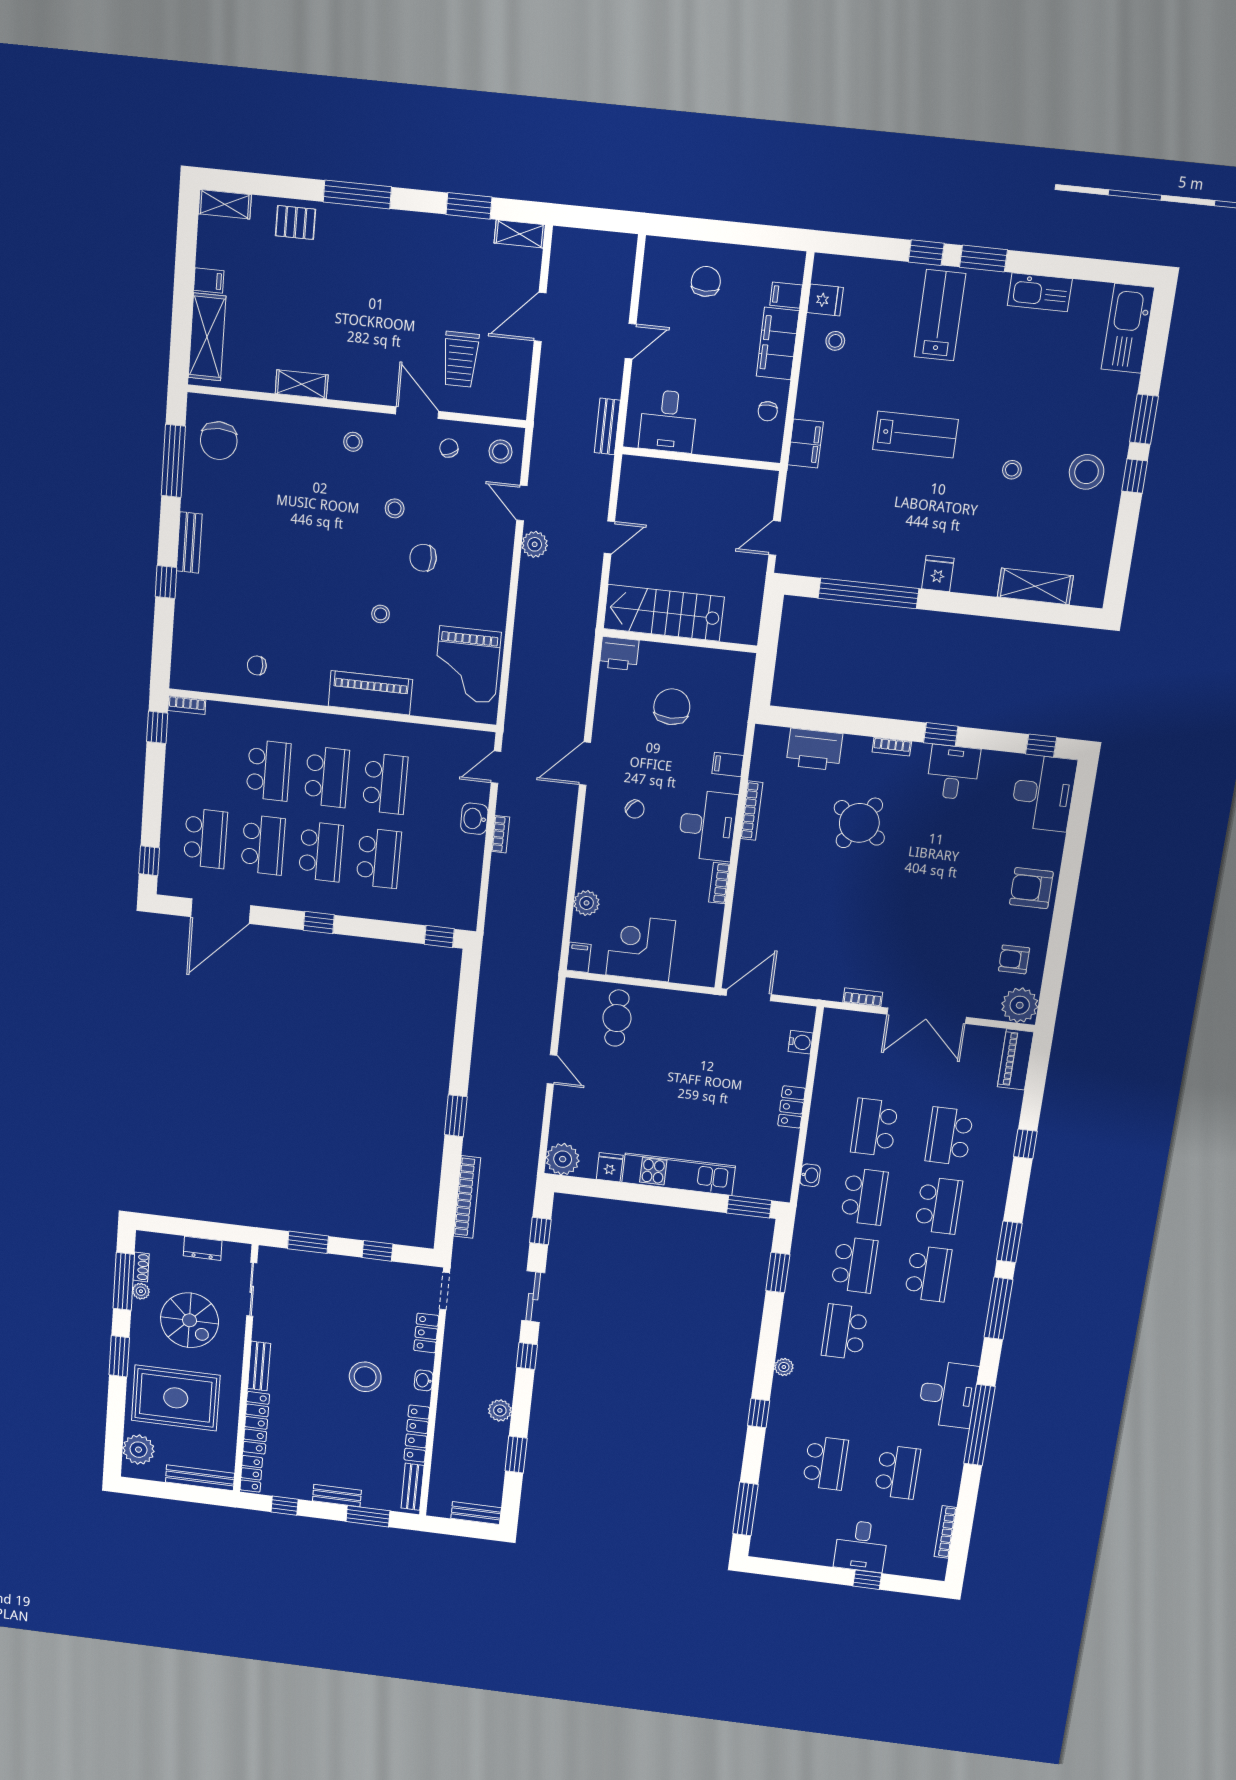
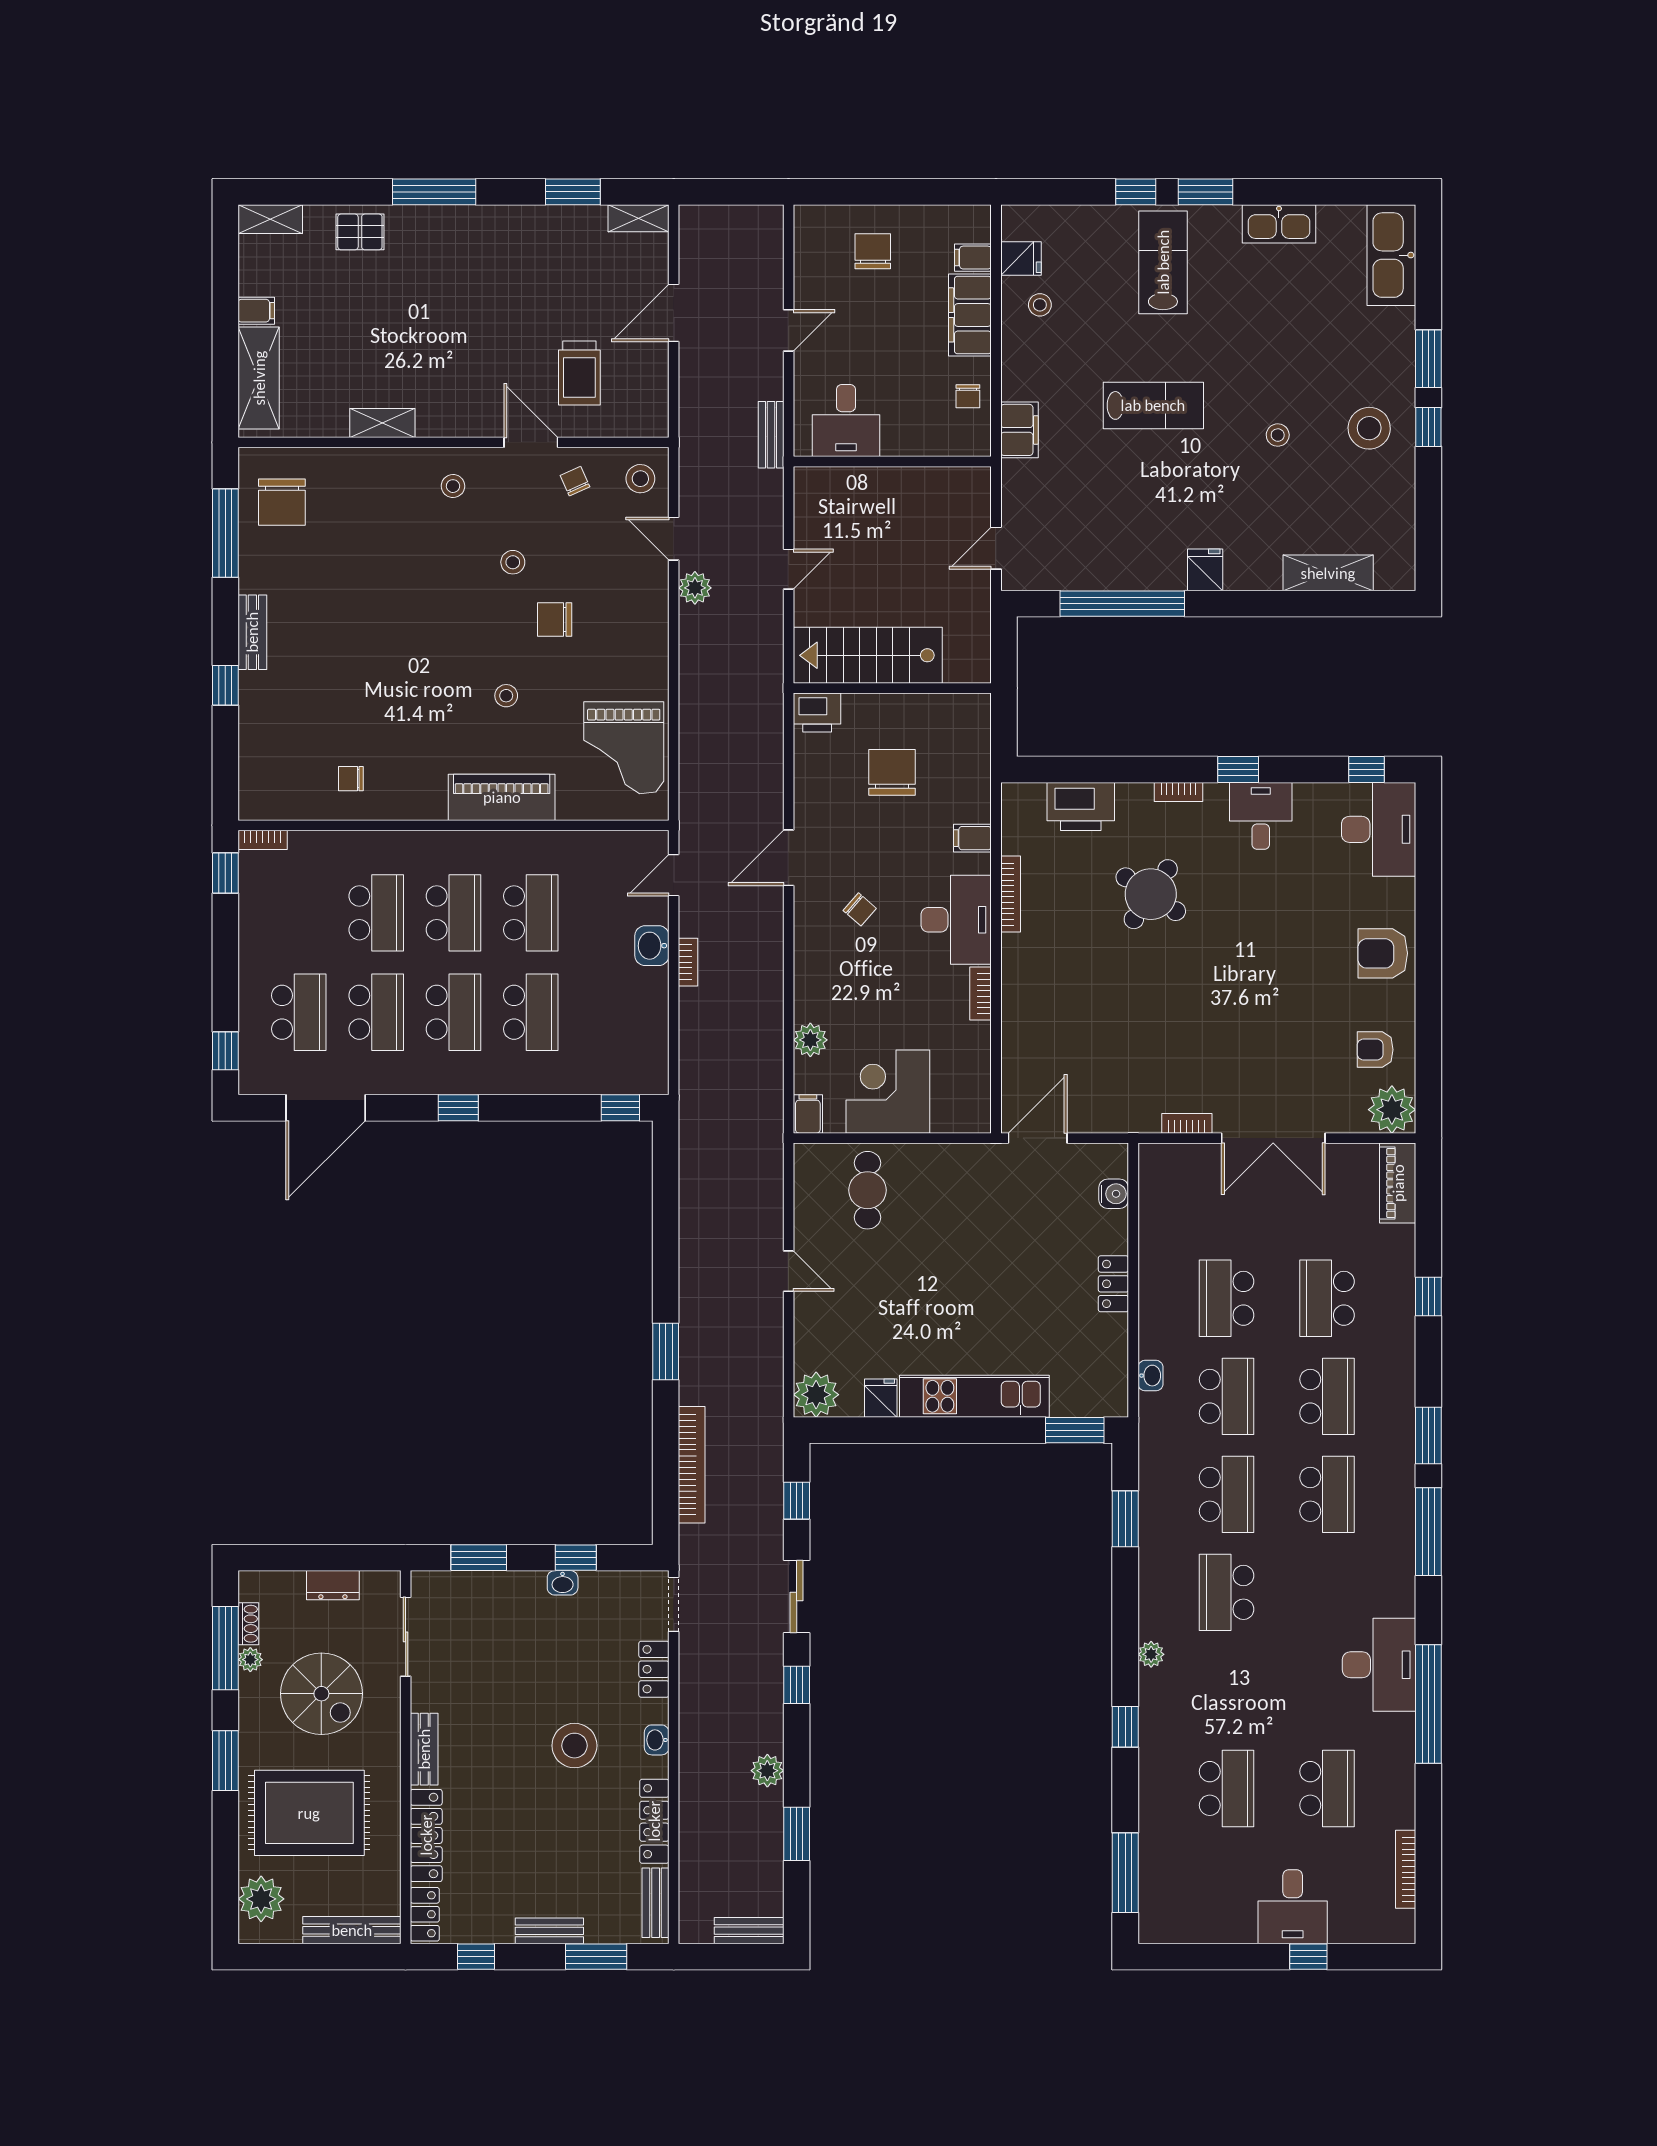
washbasin: (366, 1267) -> (563, 1583), added

